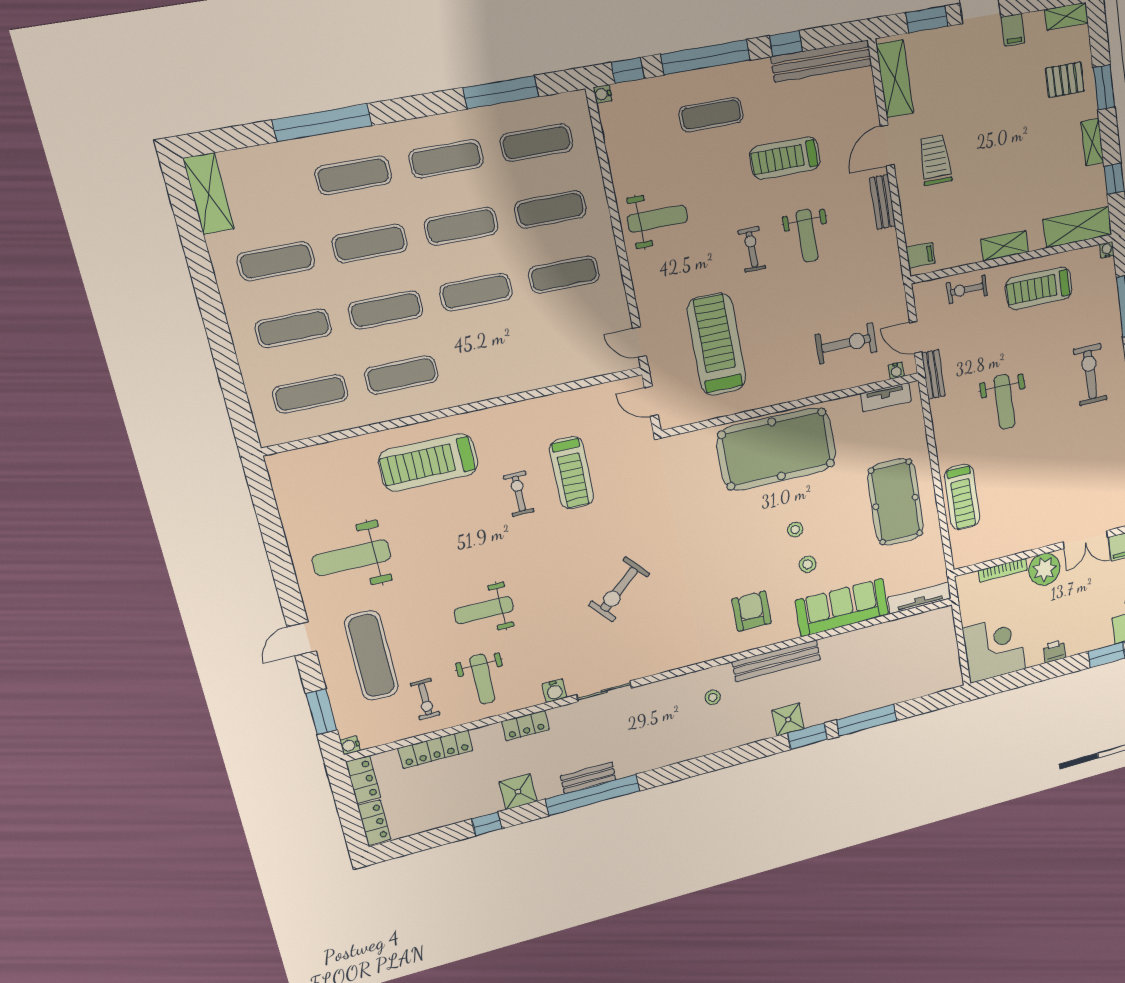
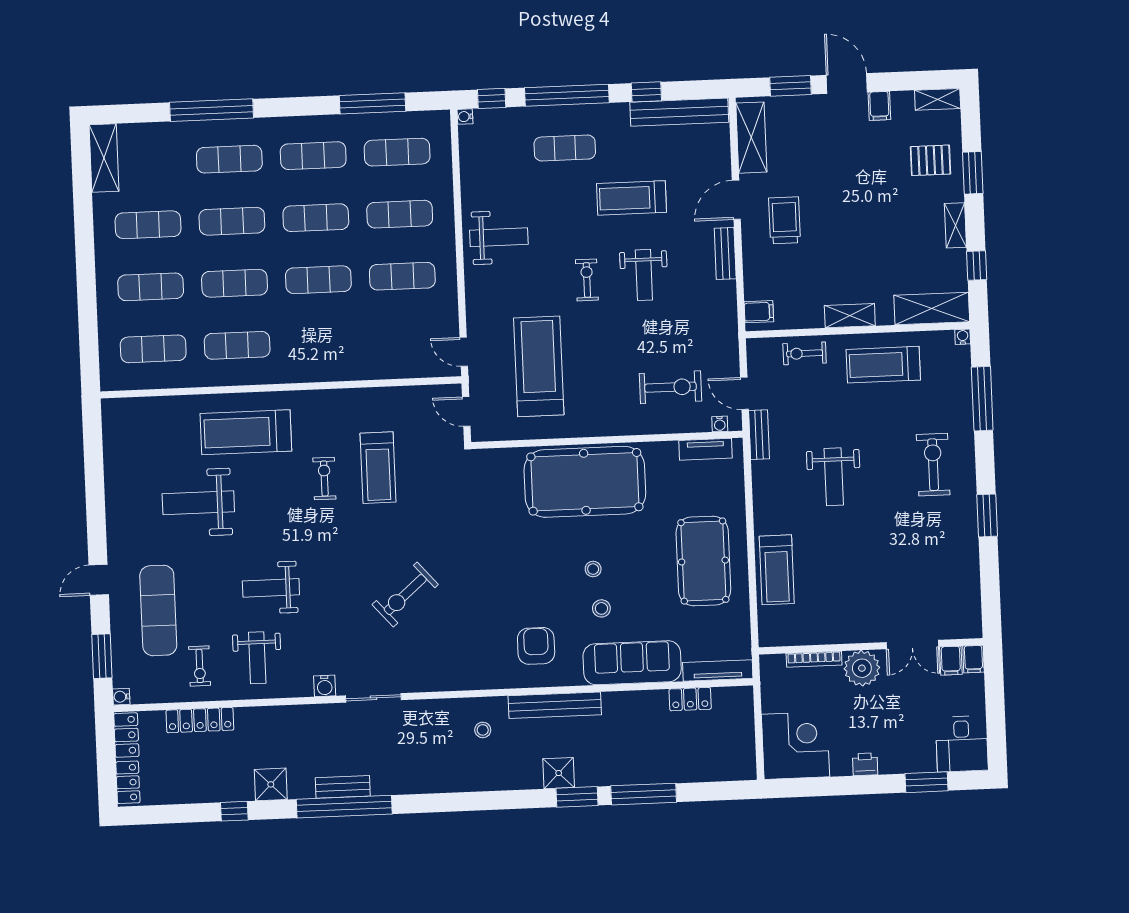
weight bench: (352, 558) -> (198, 503), moved
locker: (526, 726) -> (690, 699), moved

